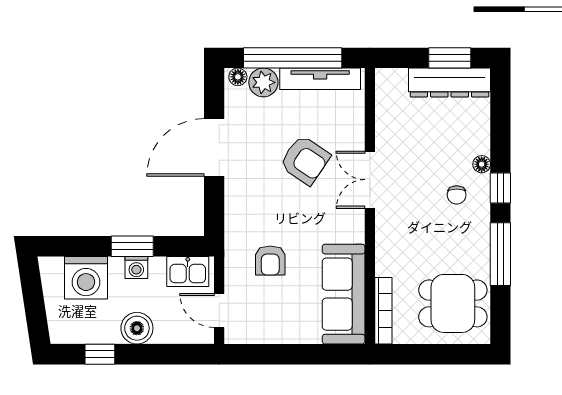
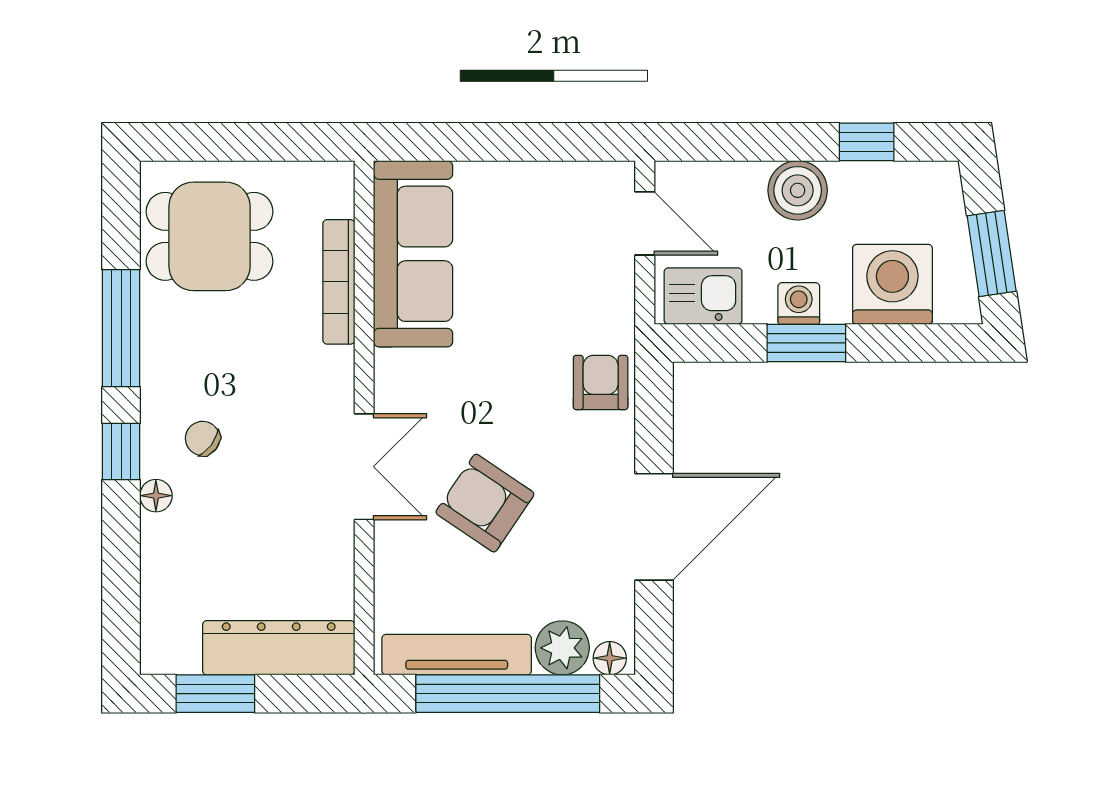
dresser: (450, 82) -> (279, 648), moved
chair: (457, 195) -> (203, 438), turned -53
armchair: (270, 260) -> (601, 382), moved
window: (33, 294) -> (992, 254), added
bookcase: (383, 311) -> (339, 282), moved

